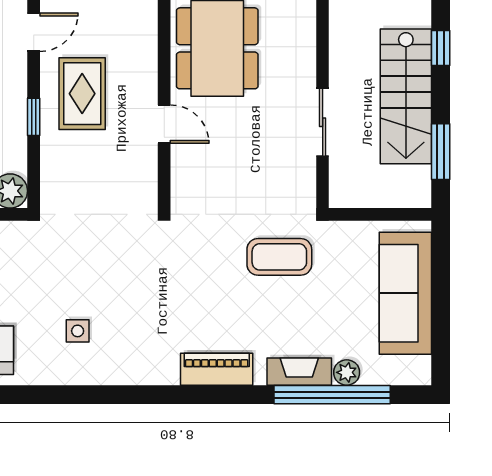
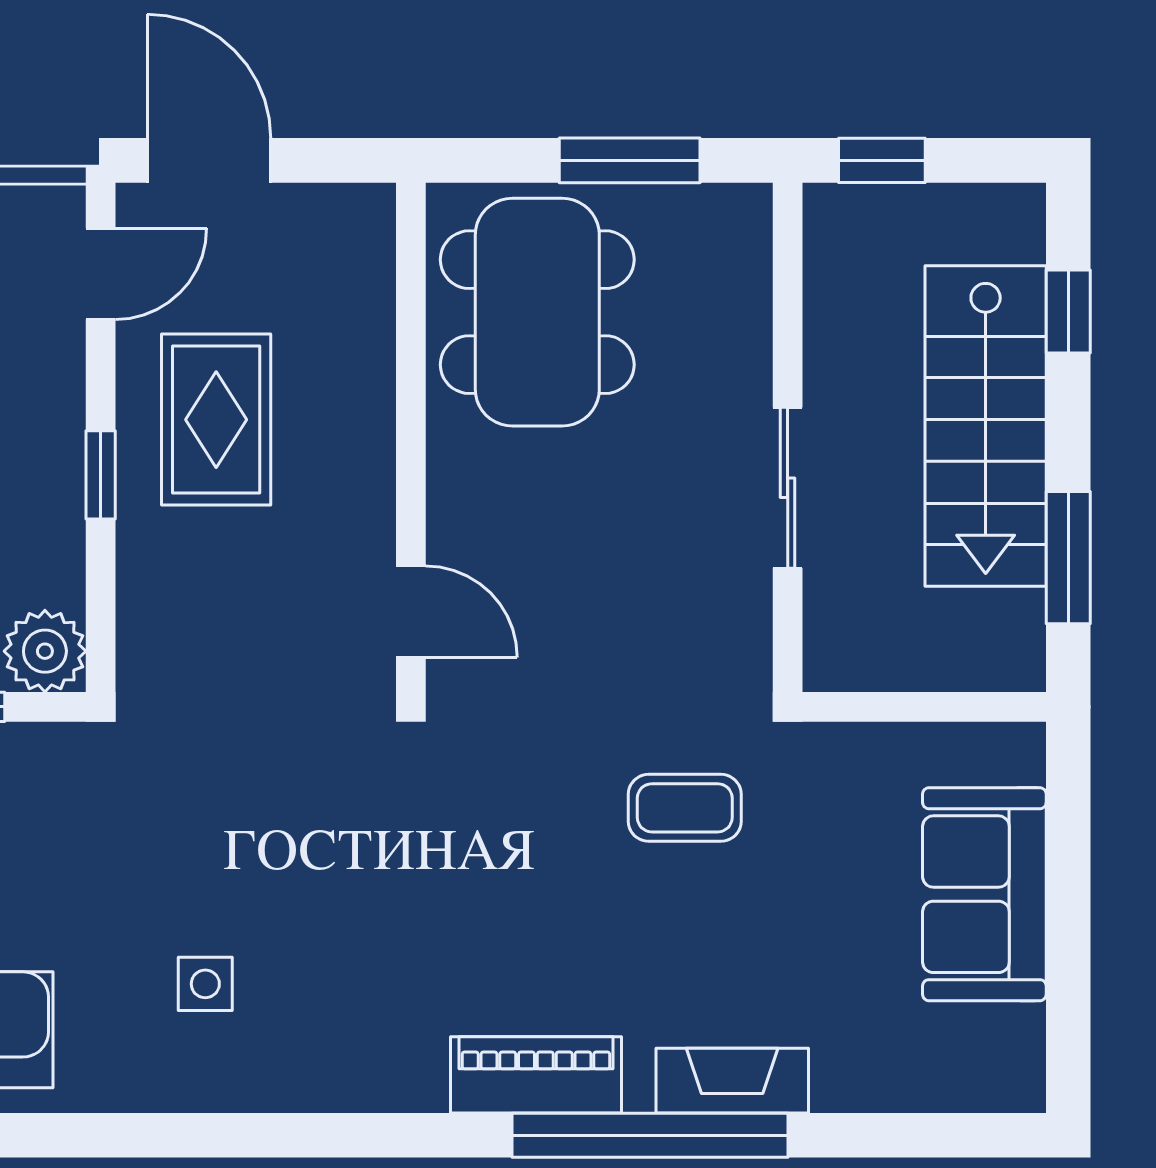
door: (164, 124) -> (411, 612), moved
coffee table: (279, 257) -> (685, 808), width x0.73, depth x0.77
sofa: (405, 293) -> (984, 894), width x0.73
plant: (347, 372) -> (845, 1083), removed
window: (332, 395) -> (650, 1135), moved

